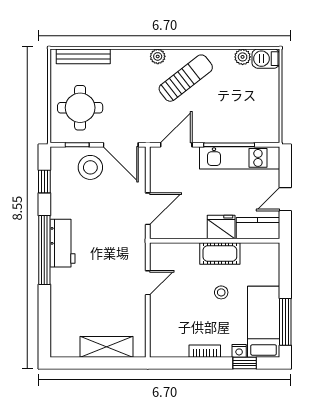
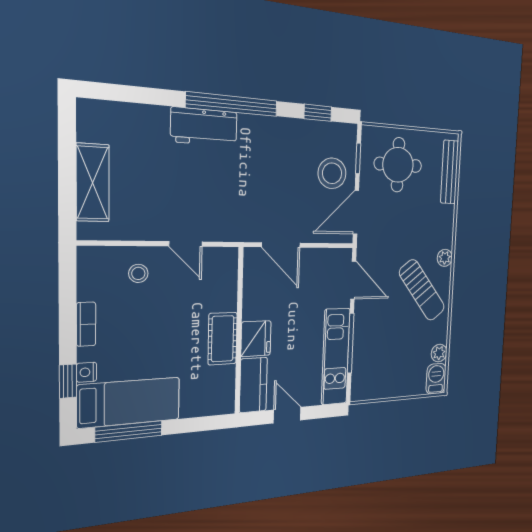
workbench: (62, 243) -> (204, 127), moved
stool: (221, 292) -> (138, 273), moved

